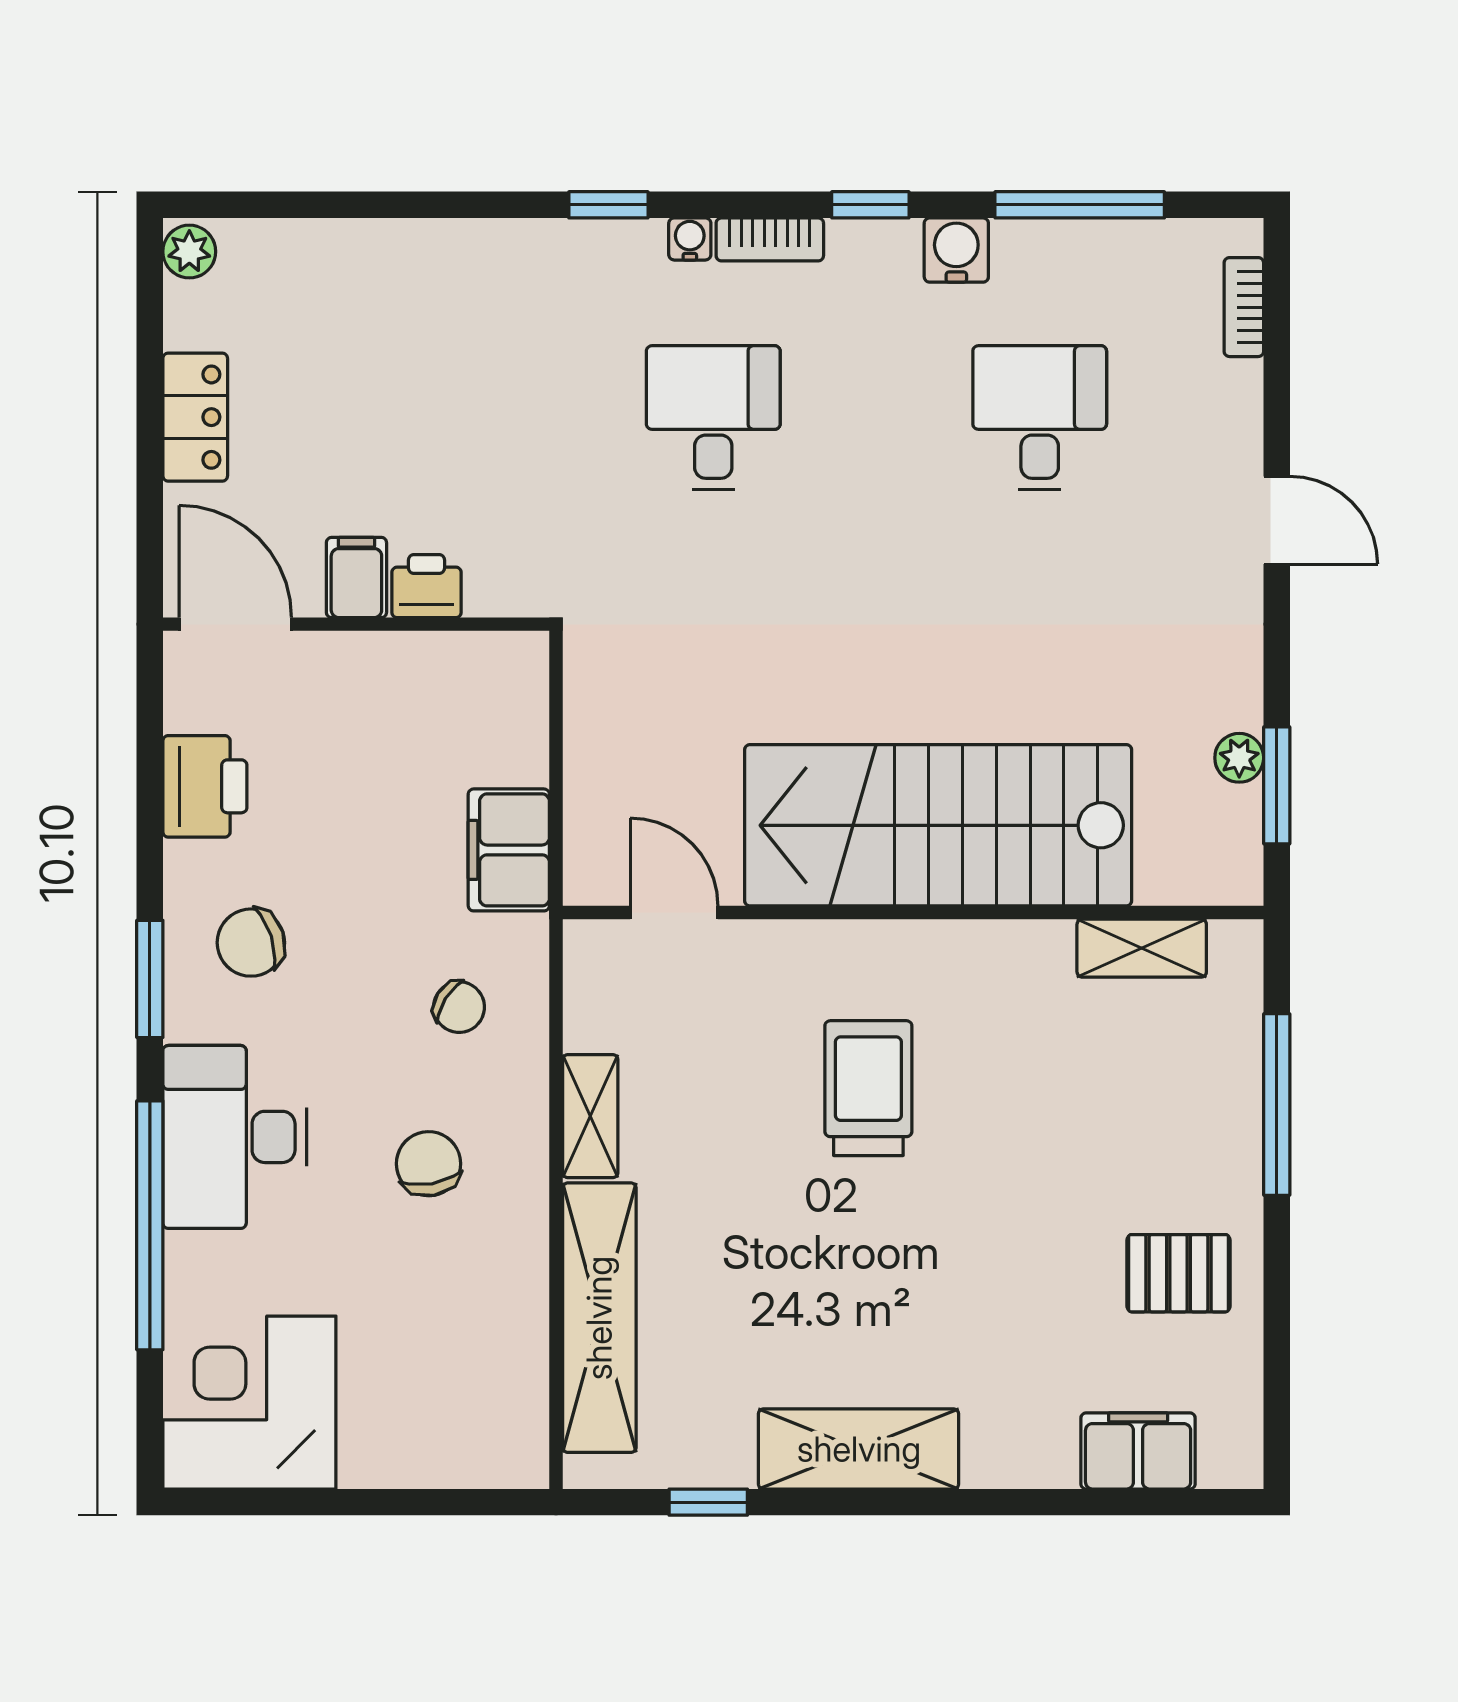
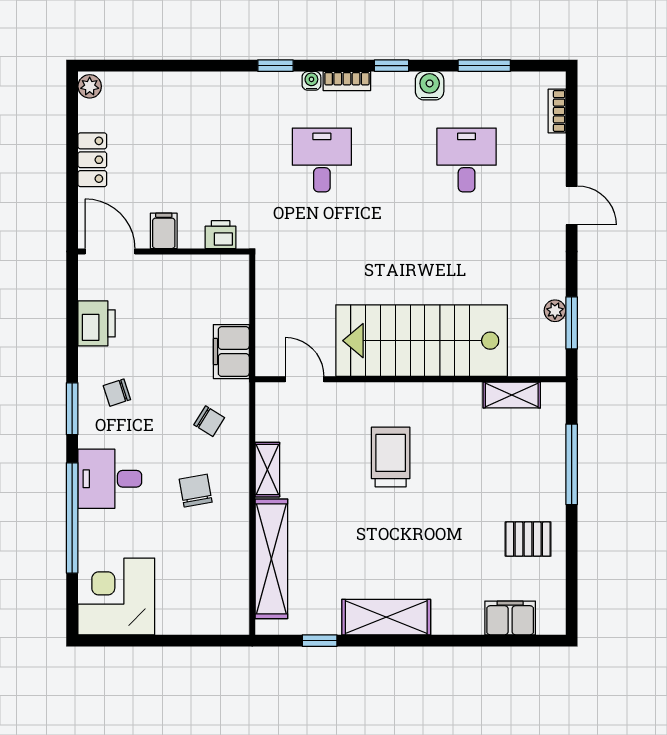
window: (1080, 205) -> (484, 66), width x0.69
printer: (426, 586) -> (221, 235), moved
chair: (251, 943) -> (117, 393), width x0.73, depth x0.73
desk: (235, 1137) -> (110, 479), width x0.73

